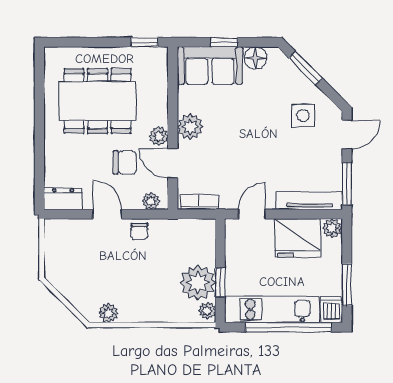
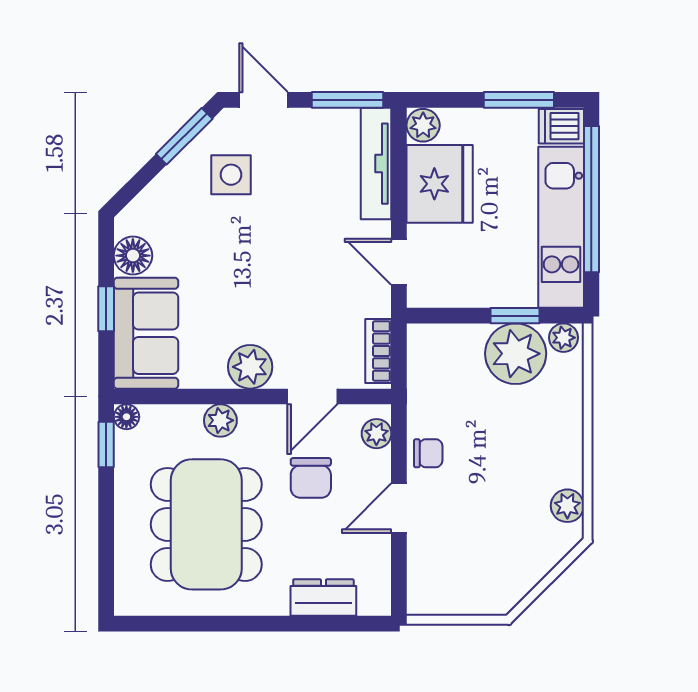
floor lamp: (161, 54) -> (126, 417), added
window: (306, 68) -> (184, 136), moved
plant: (159, 136) -> (220, 420), moved
chair: (125, 162) -> (311, 478), turned 180
dresser: (63, 199) -> (323, 598), moved, turned 90

